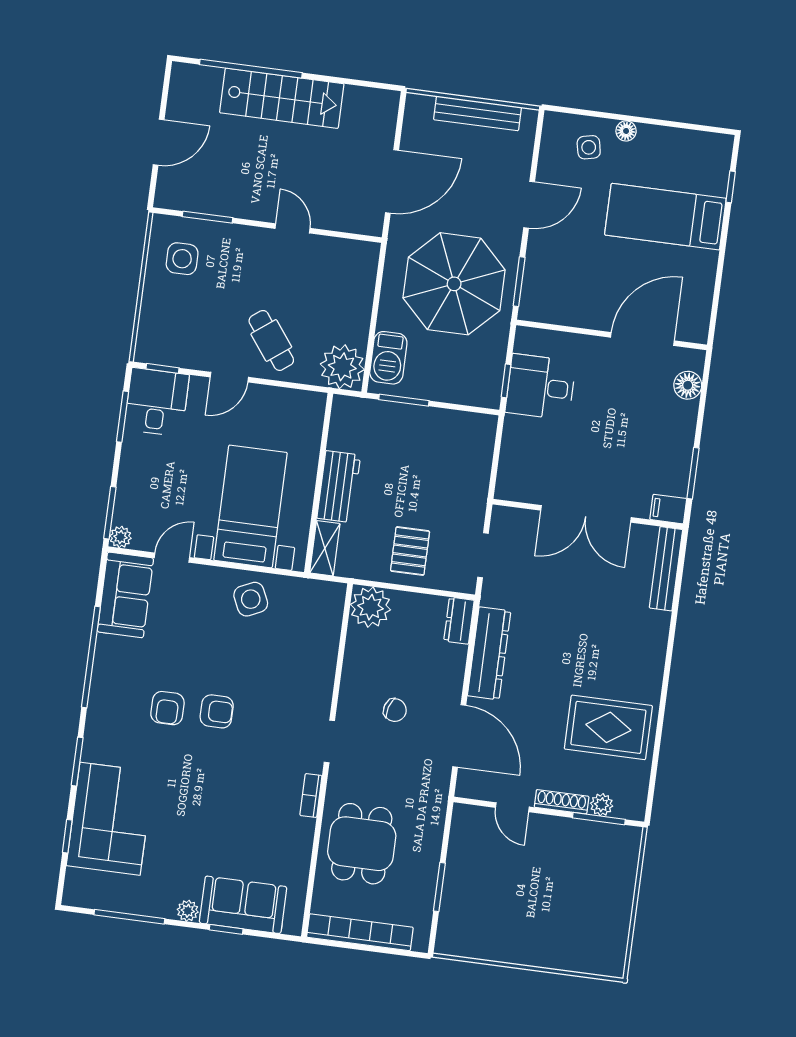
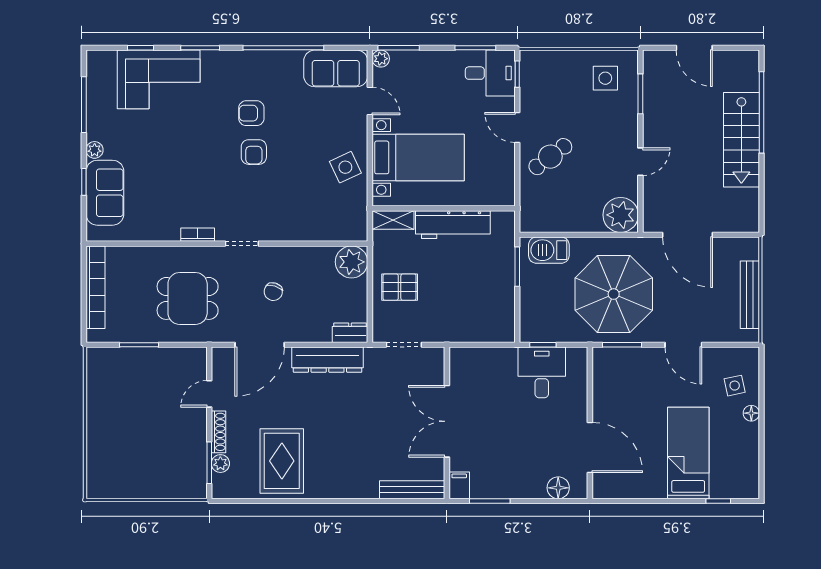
plant: (342, 367) -> (621, 215), moved
workbench: (339, 487) -> (453, 225), width x1.37
dining table: (362, 844) -> (188, 298), moved

